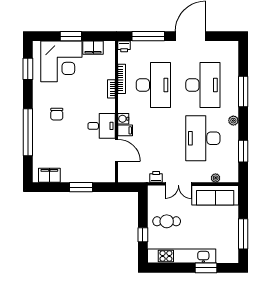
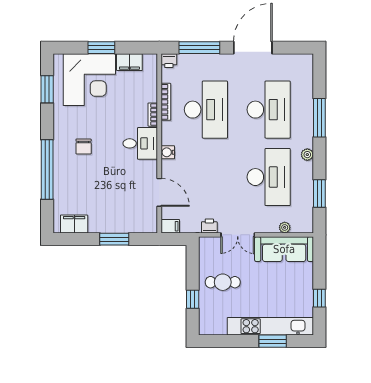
desk: (102, 126) -> (140, 143), moved
filing cabinet: (125, 130) -> (170, 226), moved
desk: (203, 138) -> (269, 177), turned 180
window: (243, 234) -> (319, 298), width x0.46
kitchen unit: (182, 256) -> (270, 326), moved

